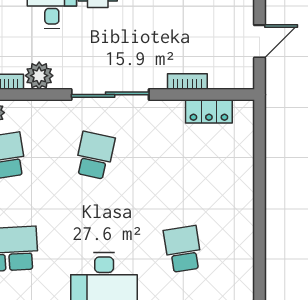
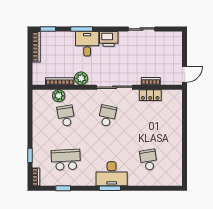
door: (259, 41) -> (185, 74), moved
locker: (209, 111) -> (150, 95), moved

